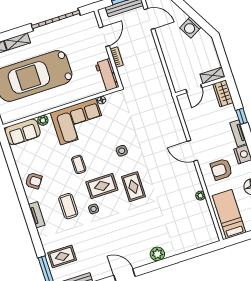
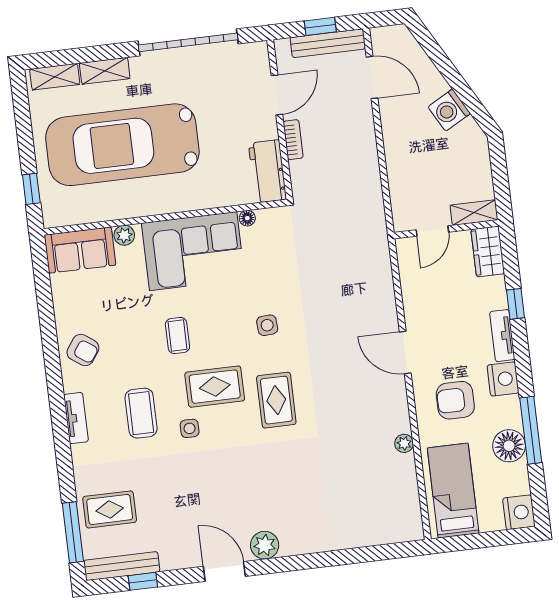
plant: (157, 254) -> (265, 545), moved

